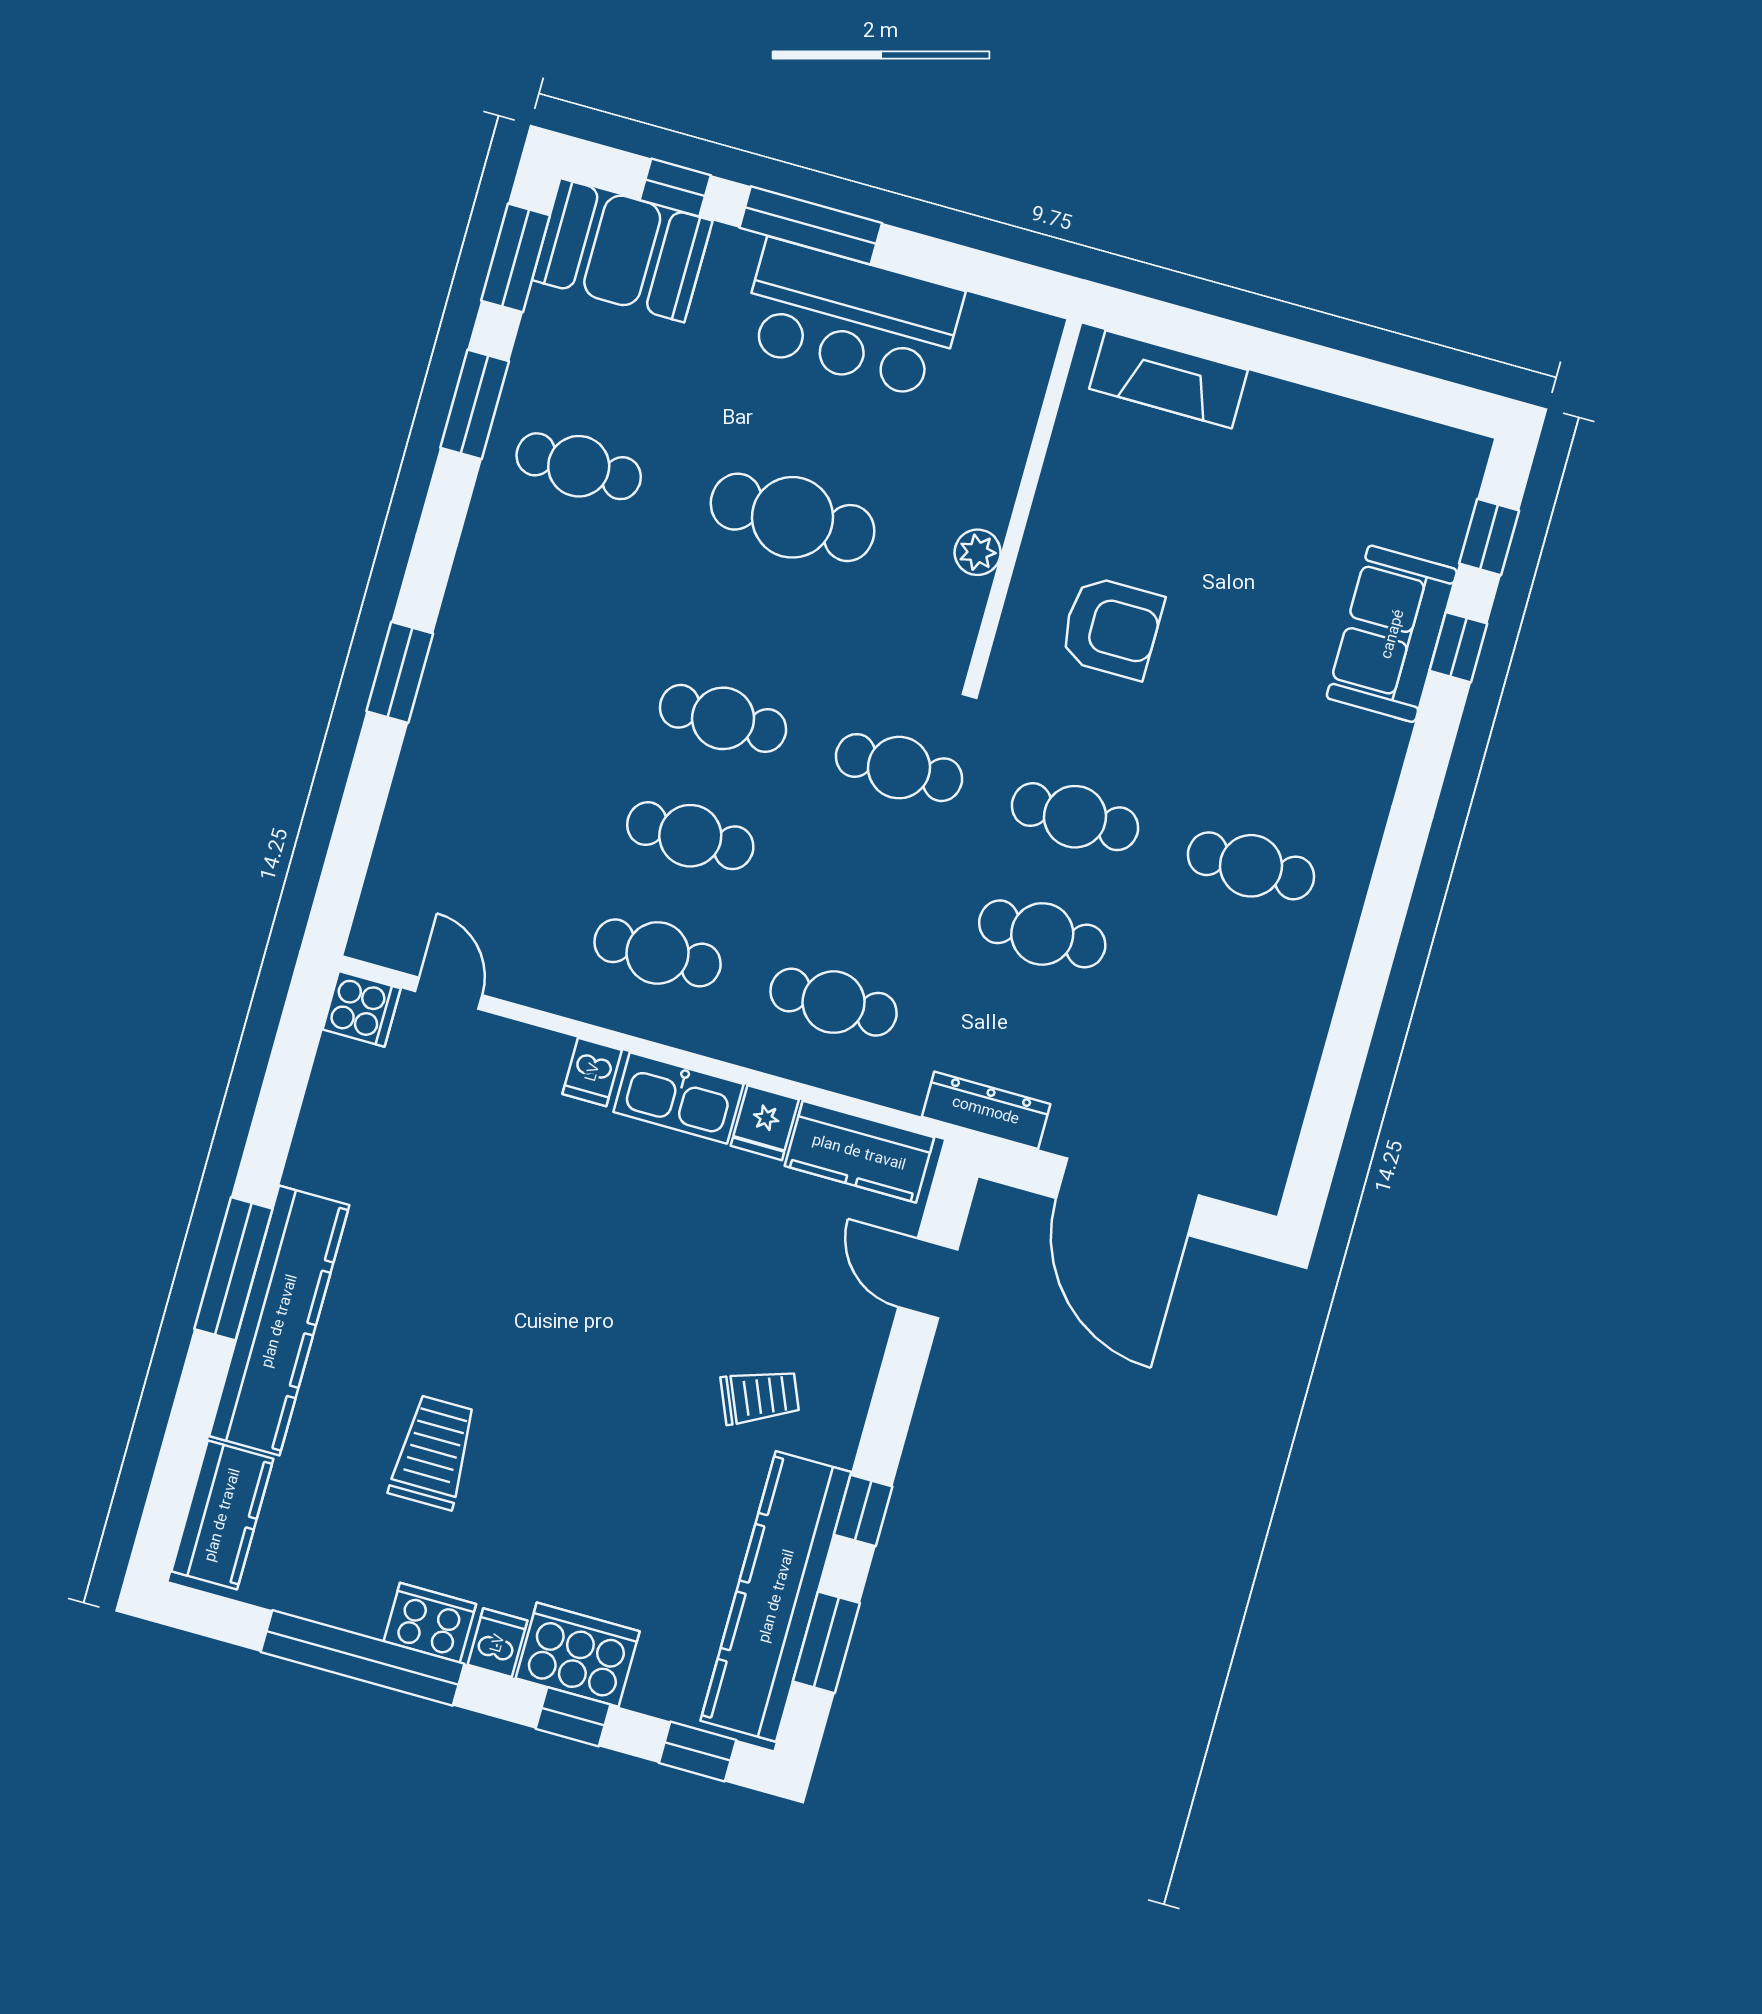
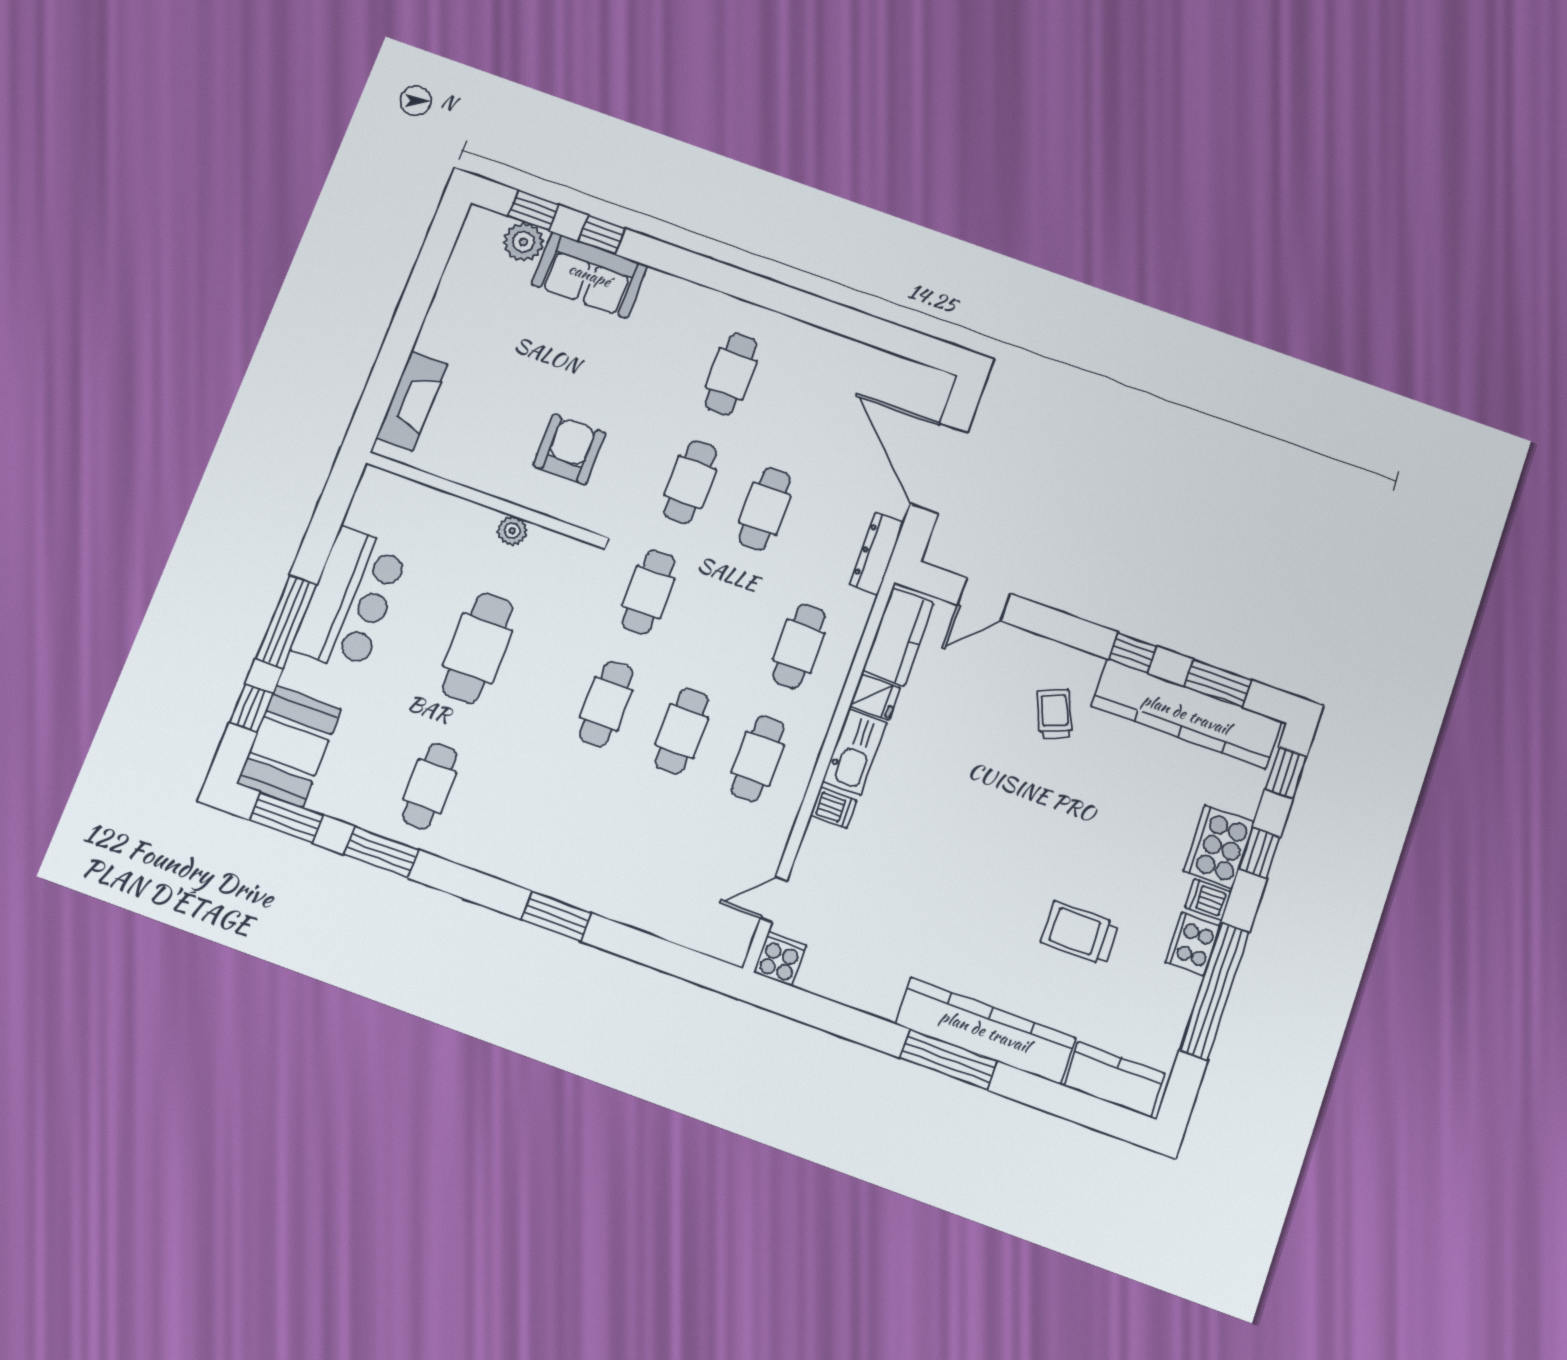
plant: (1437, 527) -> (524, 242), added
door: (1127, 1197) -> (939, 468), swing flipped

